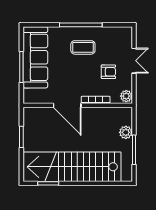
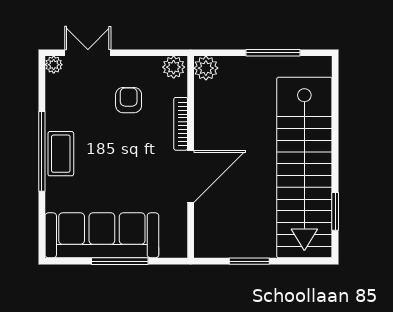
plant: (128, 31) -> (54, 65), added
coffee table: (83, 47) -> (61, 154), moved
double door: (134, 61) -> (88, 53), moved
plant: (126, 132) -> (206, 68), moved

